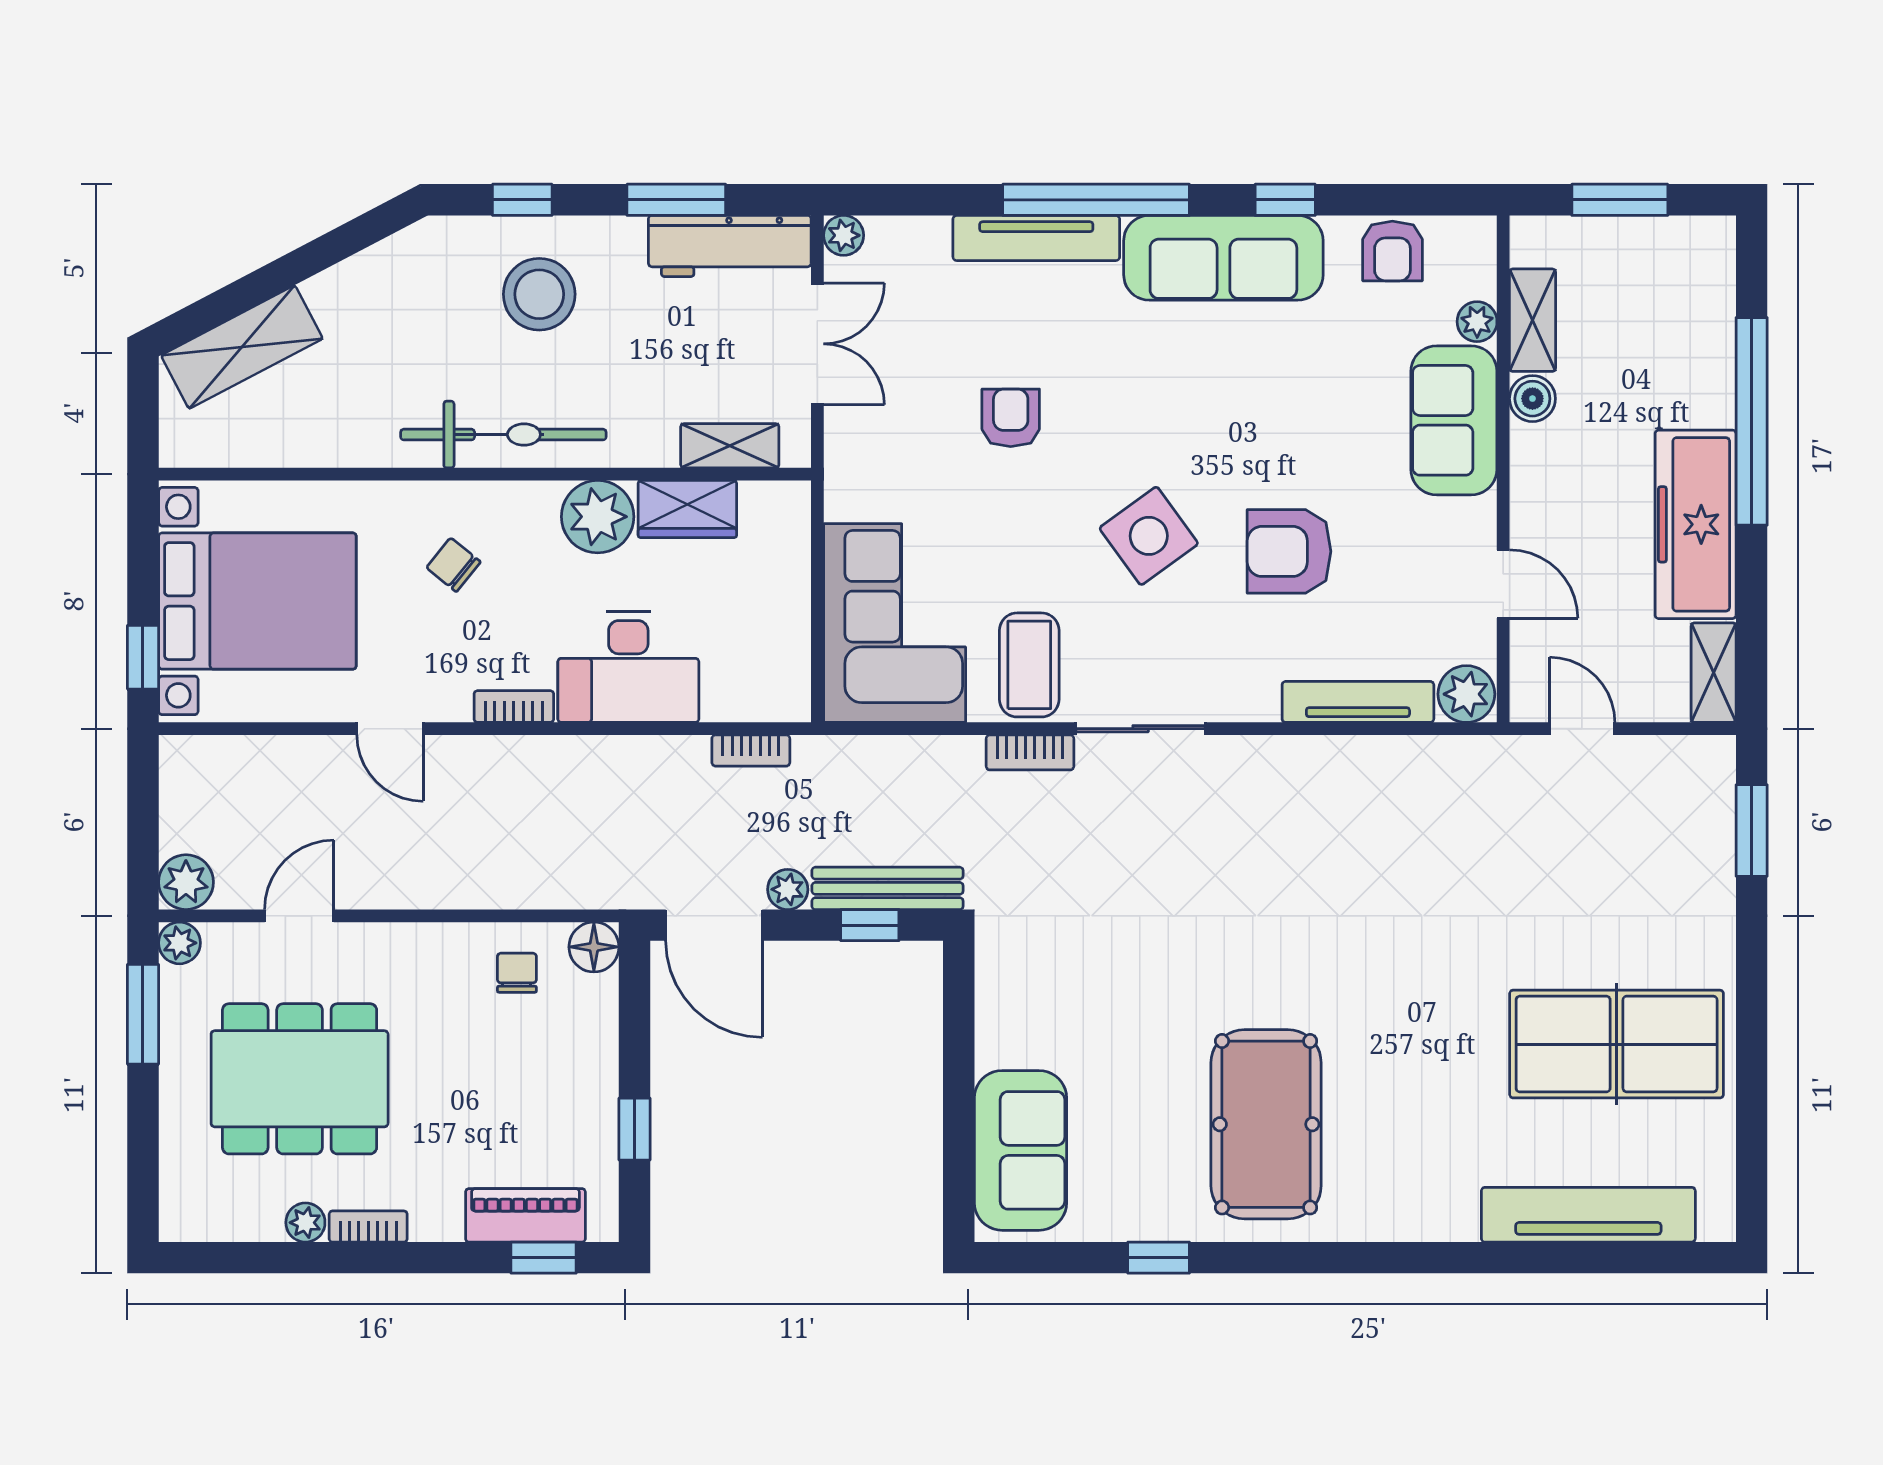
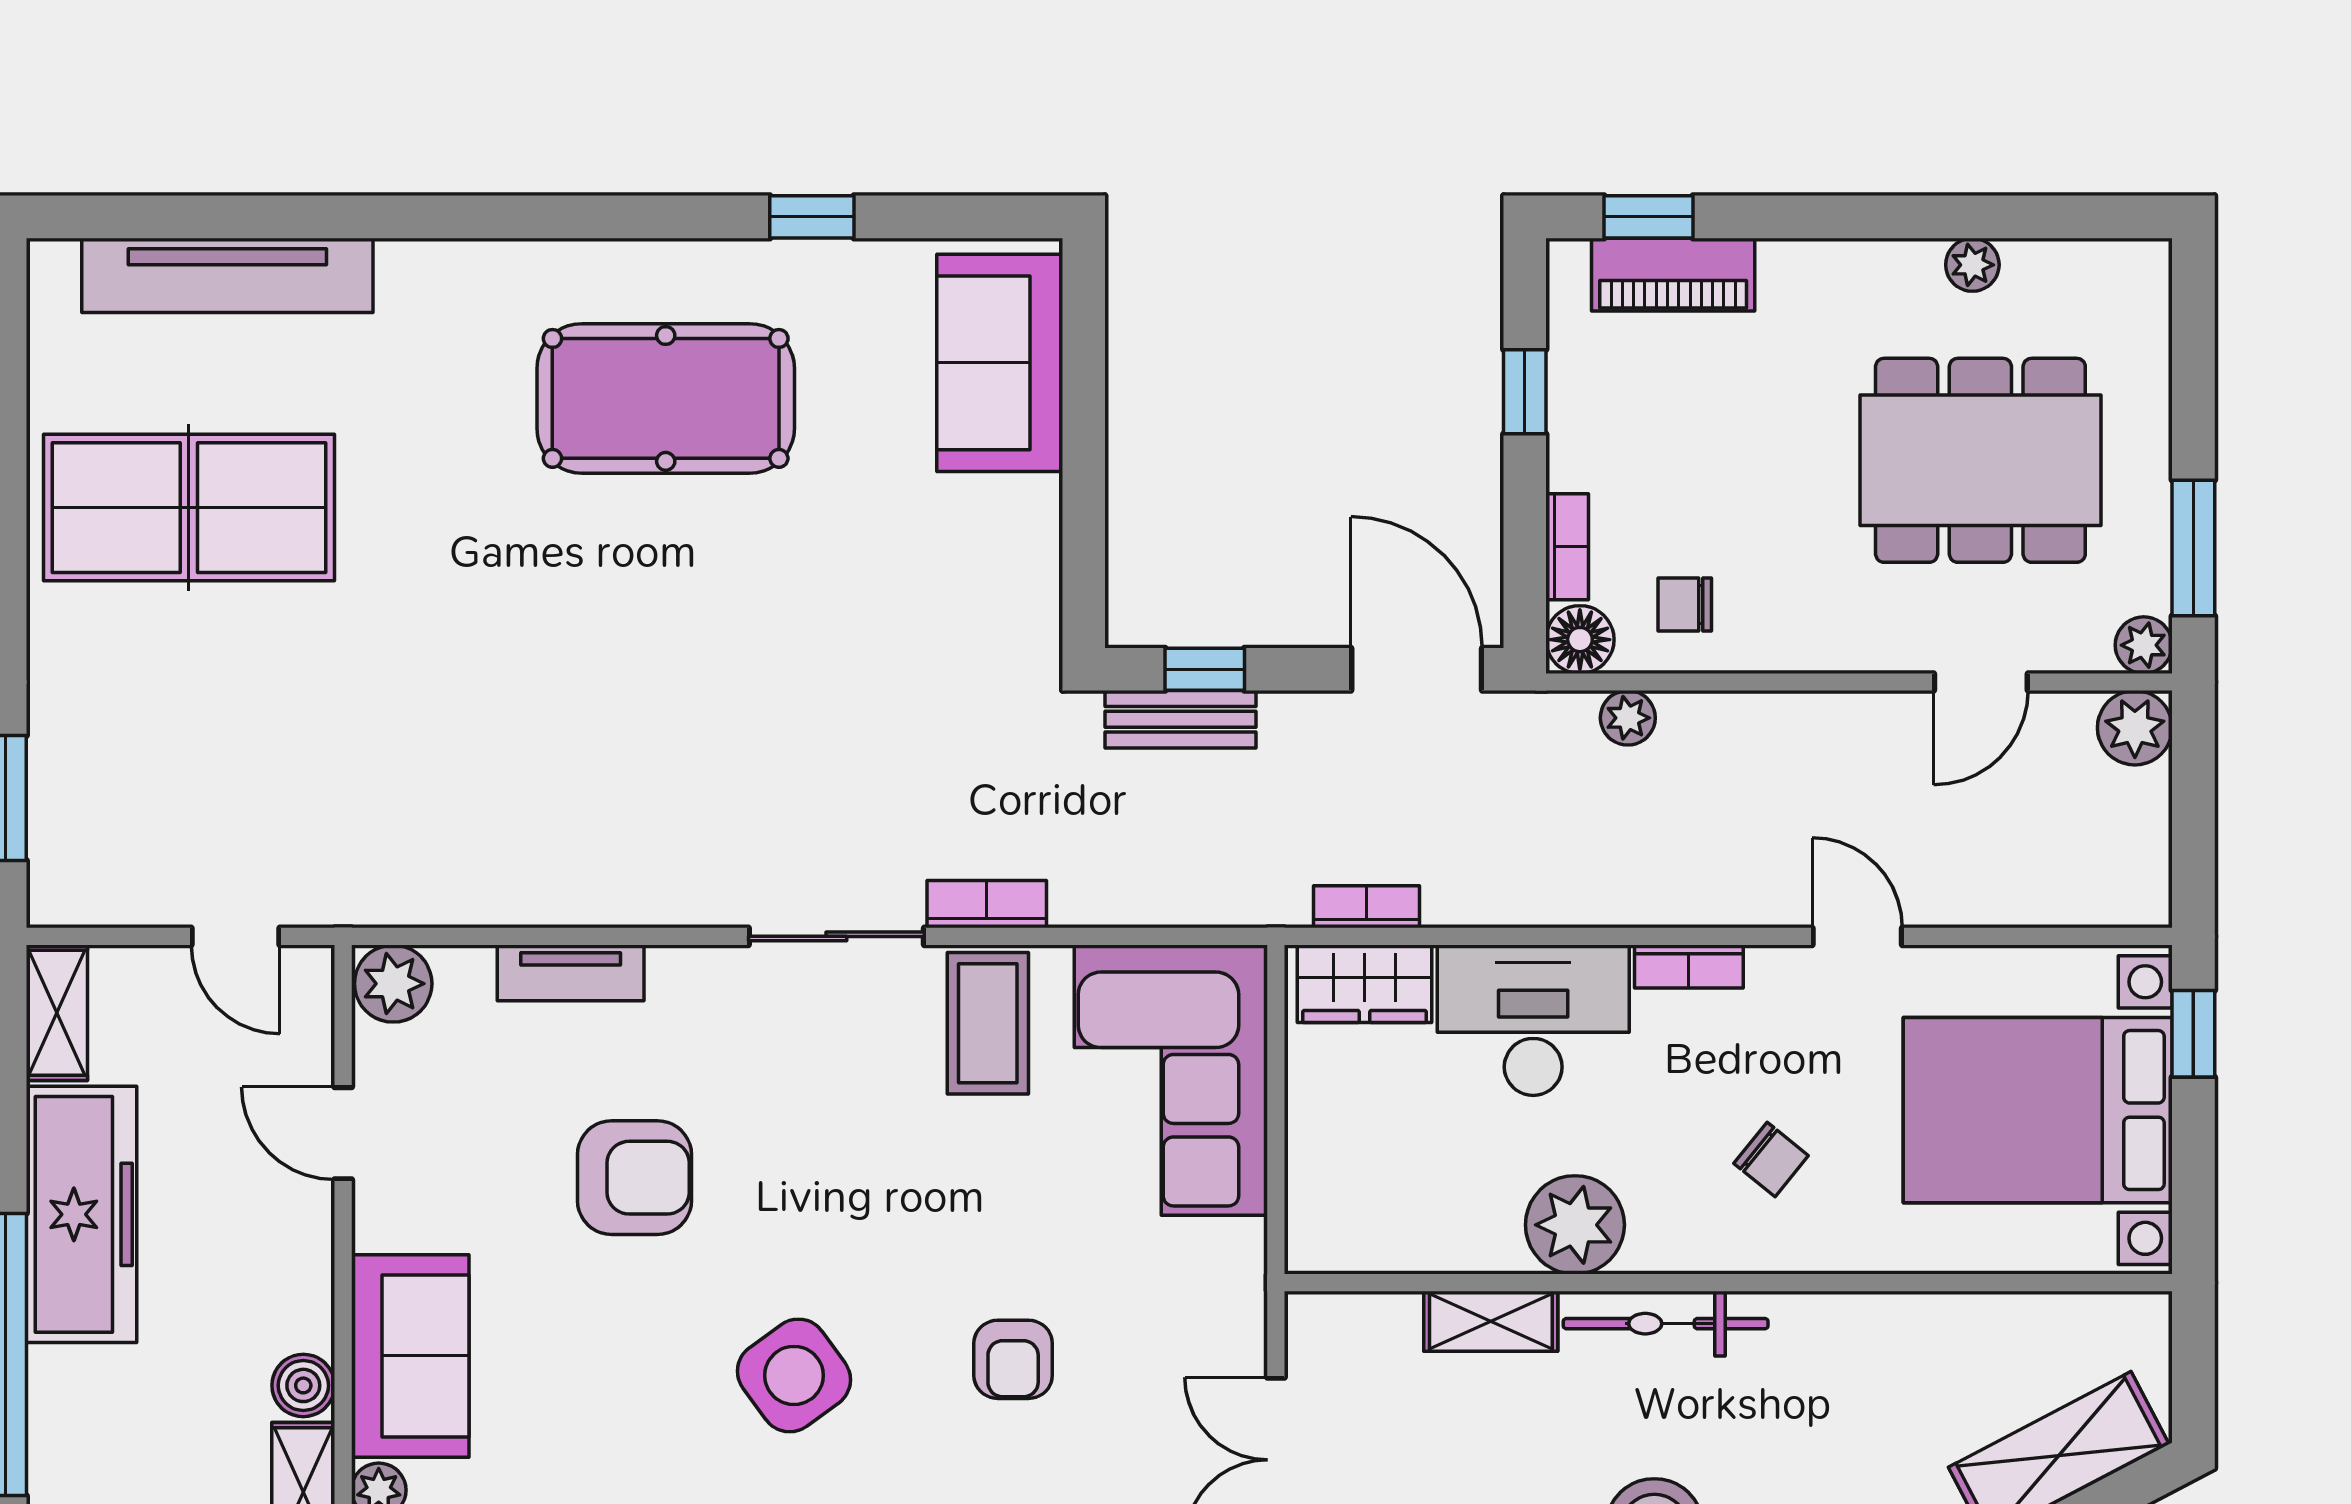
bicycle: (503, 435) -> (1666, 1324), width x0.73, depth x0.71
shelving: (730, 446) -> (1491, 1321), moved
wardrobe: (687, 509) -> (1365, 984), moved, turned 180
side table: (1149, 536) -> (794, 1375), moved
tv unit: (1358, 702) -> (571, 973), width x0.71
bench: (888, 888) -> (1181, 719), width x0.73
plant: (788, 889) -> (1628, 718), moved
chair: (517, 973) -> (1685, 604), turned 90
pool table: (1266, 1124) -> (666, 398), turned 90
bookcase: (368, 1226) -> (1567, 547), moved, turned -90

